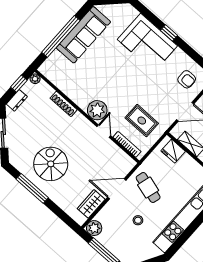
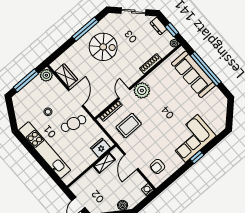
sofa: (83, 35) -> (193, 74), moved
door: (104, 131) -> (124, 94), swing flipped

